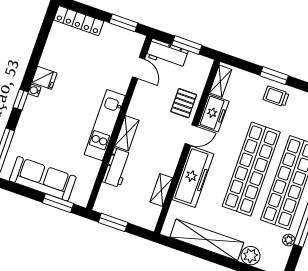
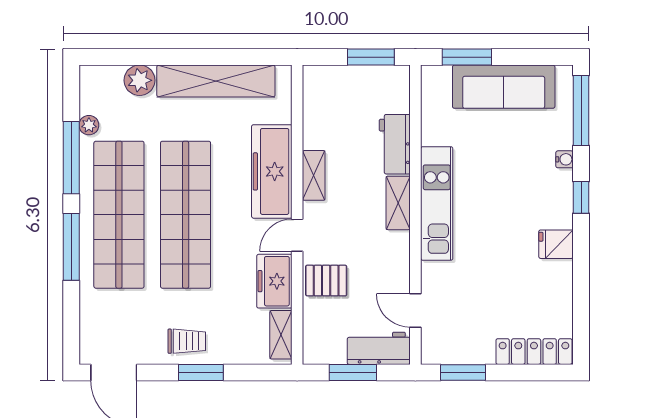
water cooler: (34, 90) -> (565, 159), moved
pallet: (184, 103) -> (326, 281), turned 90
shelving: (161, 190) -> (314, 175), moved

